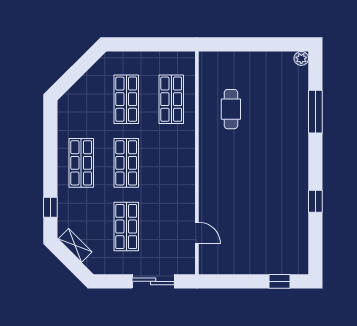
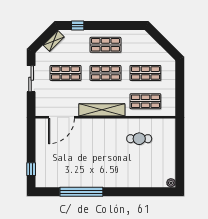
window: (315, 112) -> (138, 192), removed
shelving: (185, 169) -> (102, 110), added
window: (315, 201) -> (81, 192), width x3.17
door: (197, 233) -> (62, 117), width x1.88
sliding door: (153, 281) -> (31, 79), moved

